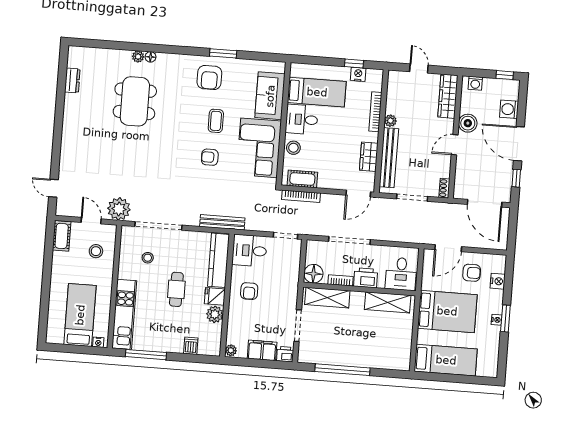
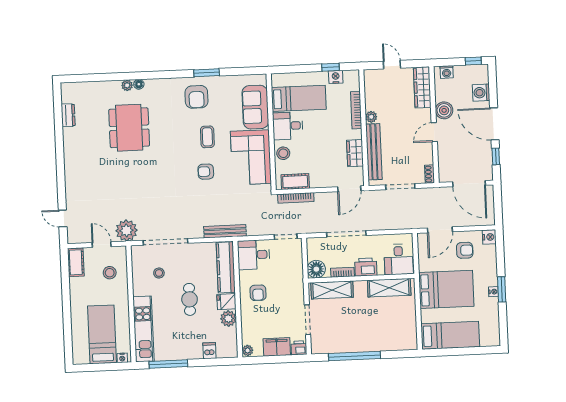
nightstand: (498, 281) -> (489, 237), moved

